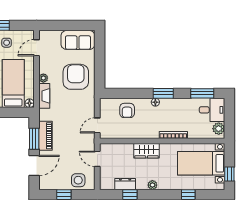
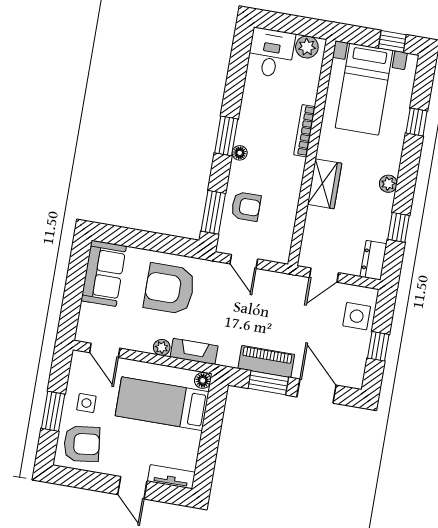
window: (202, 93) -> (213, 212), moved
door: (97, 125) -> (244, 261), moved
dresser: (125, 184) -> (373, 260), moved

